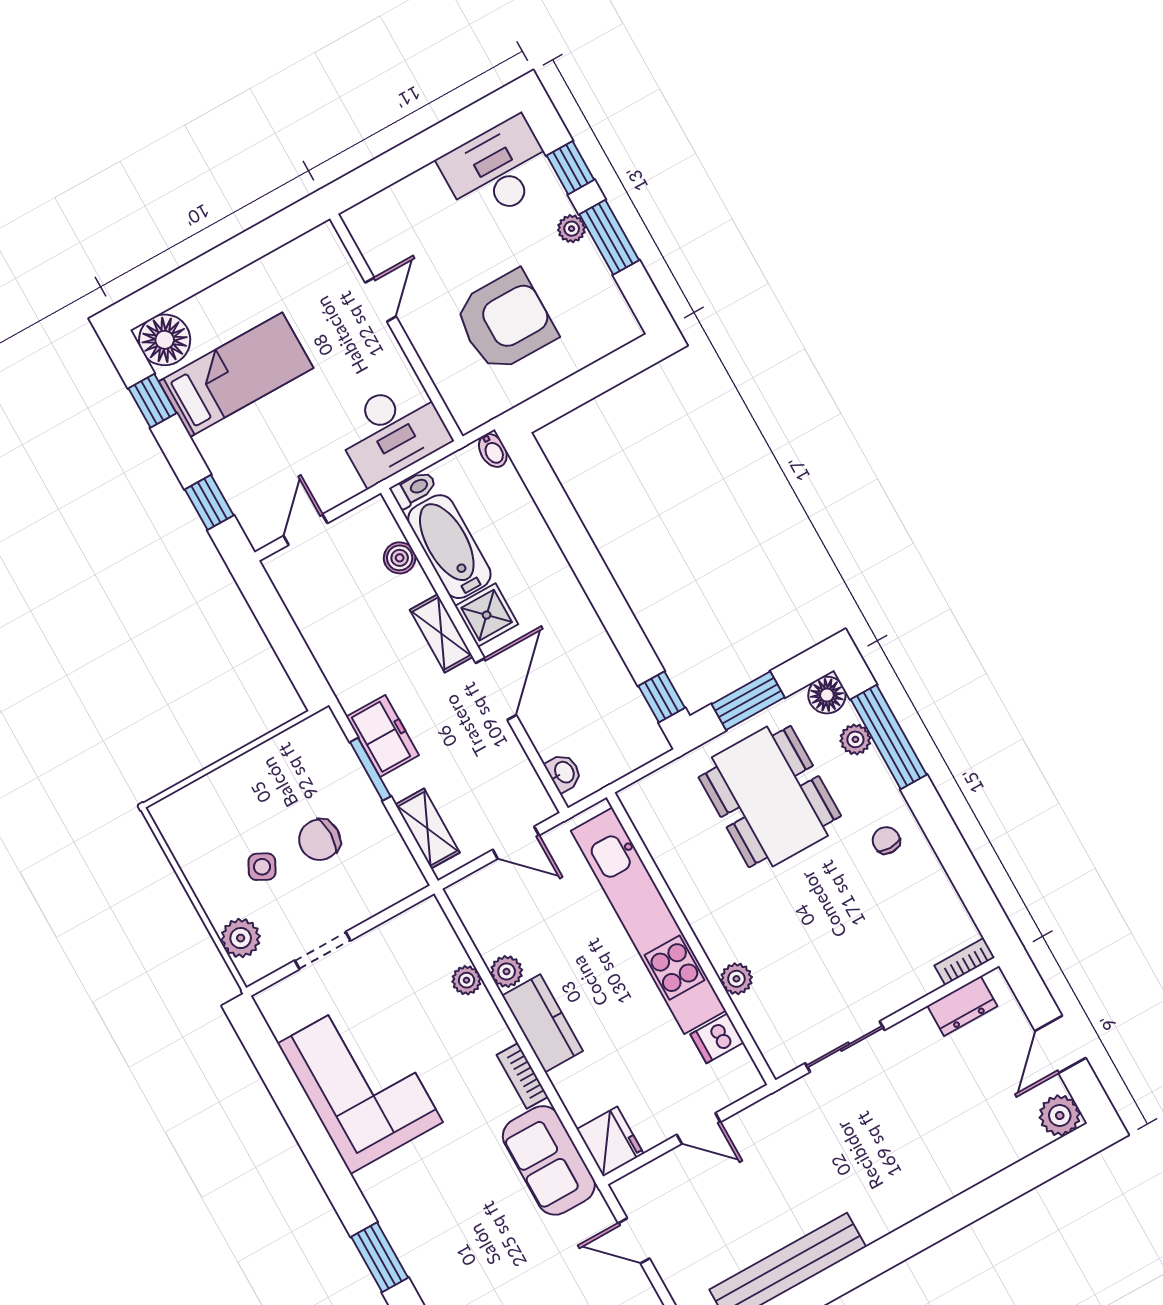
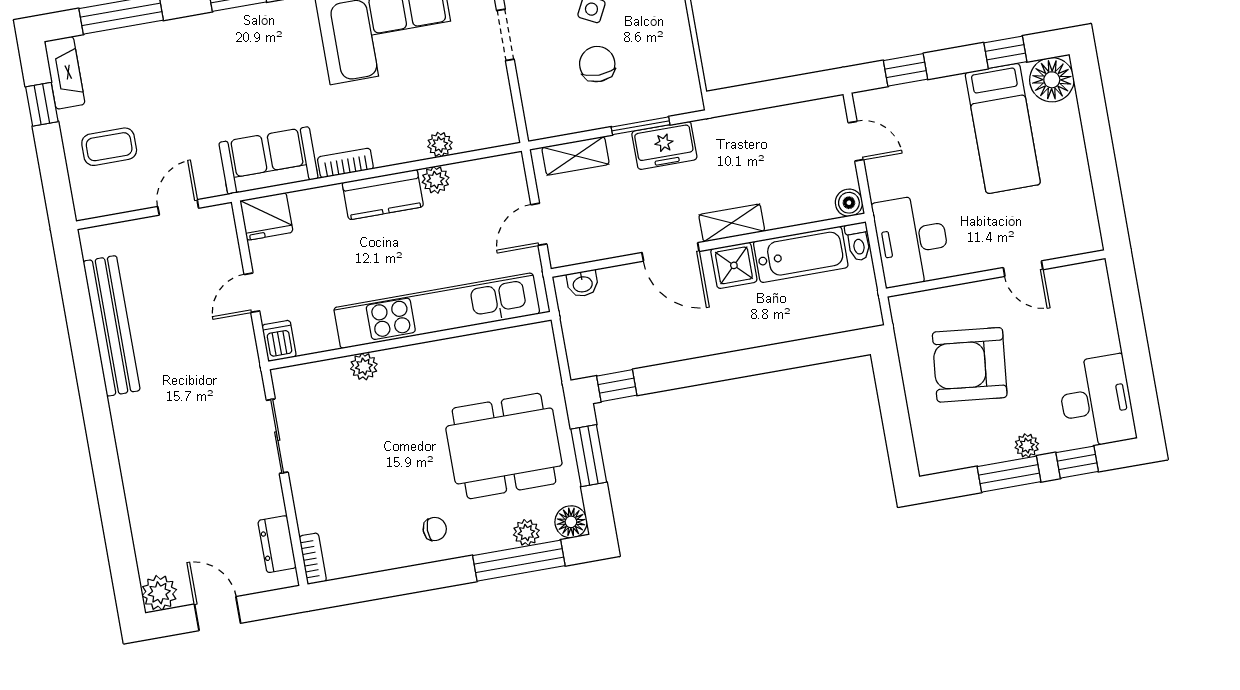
armchair: (505, 321) -> (970, 365), turned 96
bidet: (493, 450) -> (867, 318), removed
boiler: (400, 558) -> (849, 203), moved
dishwasher: (717, 1038) -> (279, 341), moved

